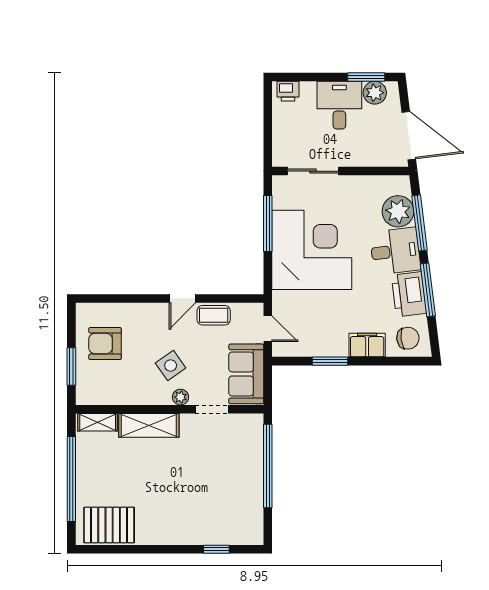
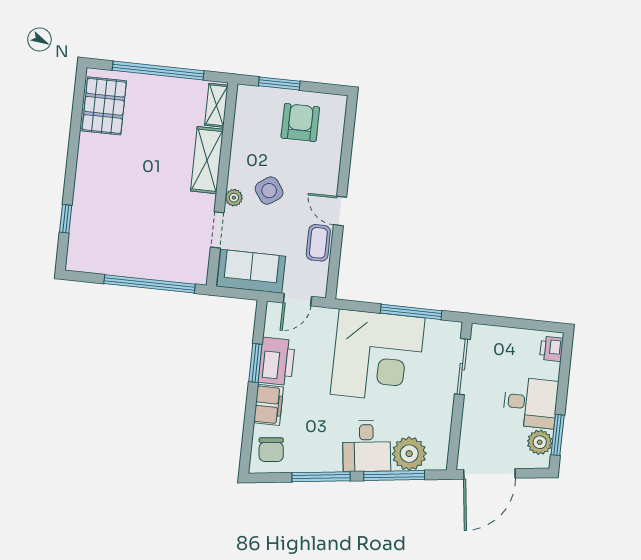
printer: (409, 294) -> (277, 361), moved, turned 97

